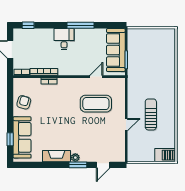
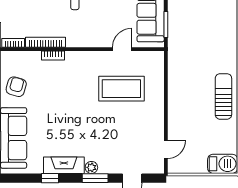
sun lounger: (151, 114) -> (223, 96), moved
door: (126, 125) -> (166, 149), moved
window: (47, 165) -> (50, 178), added

